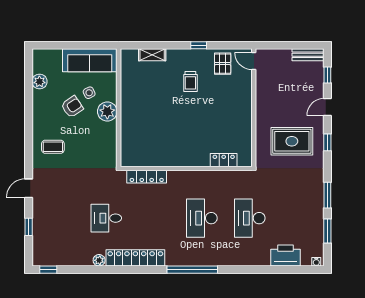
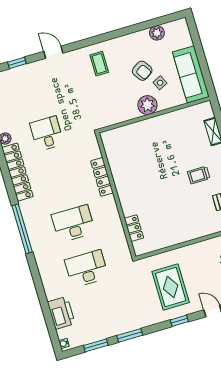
locker: (147, 177) -> (102, 177), moved

